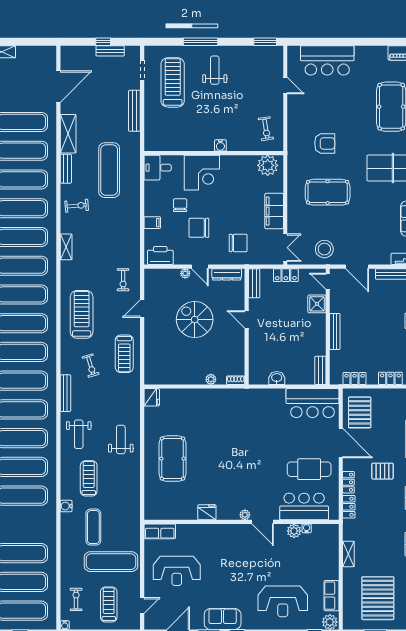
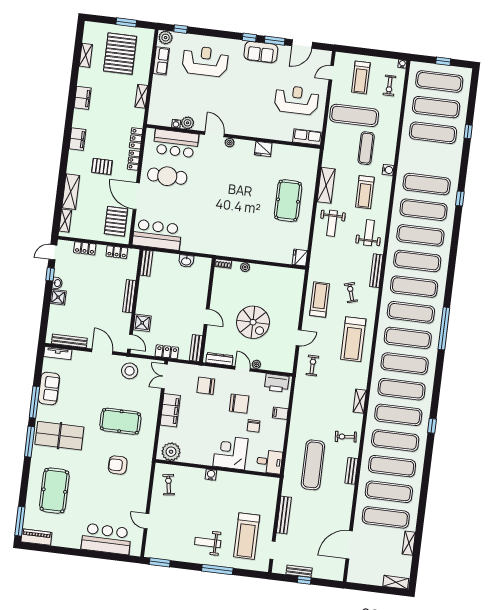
weight bench: (215, 70) -> (208, 543), turned 90
shelving: (68, 134) -> (326, 185), moved

